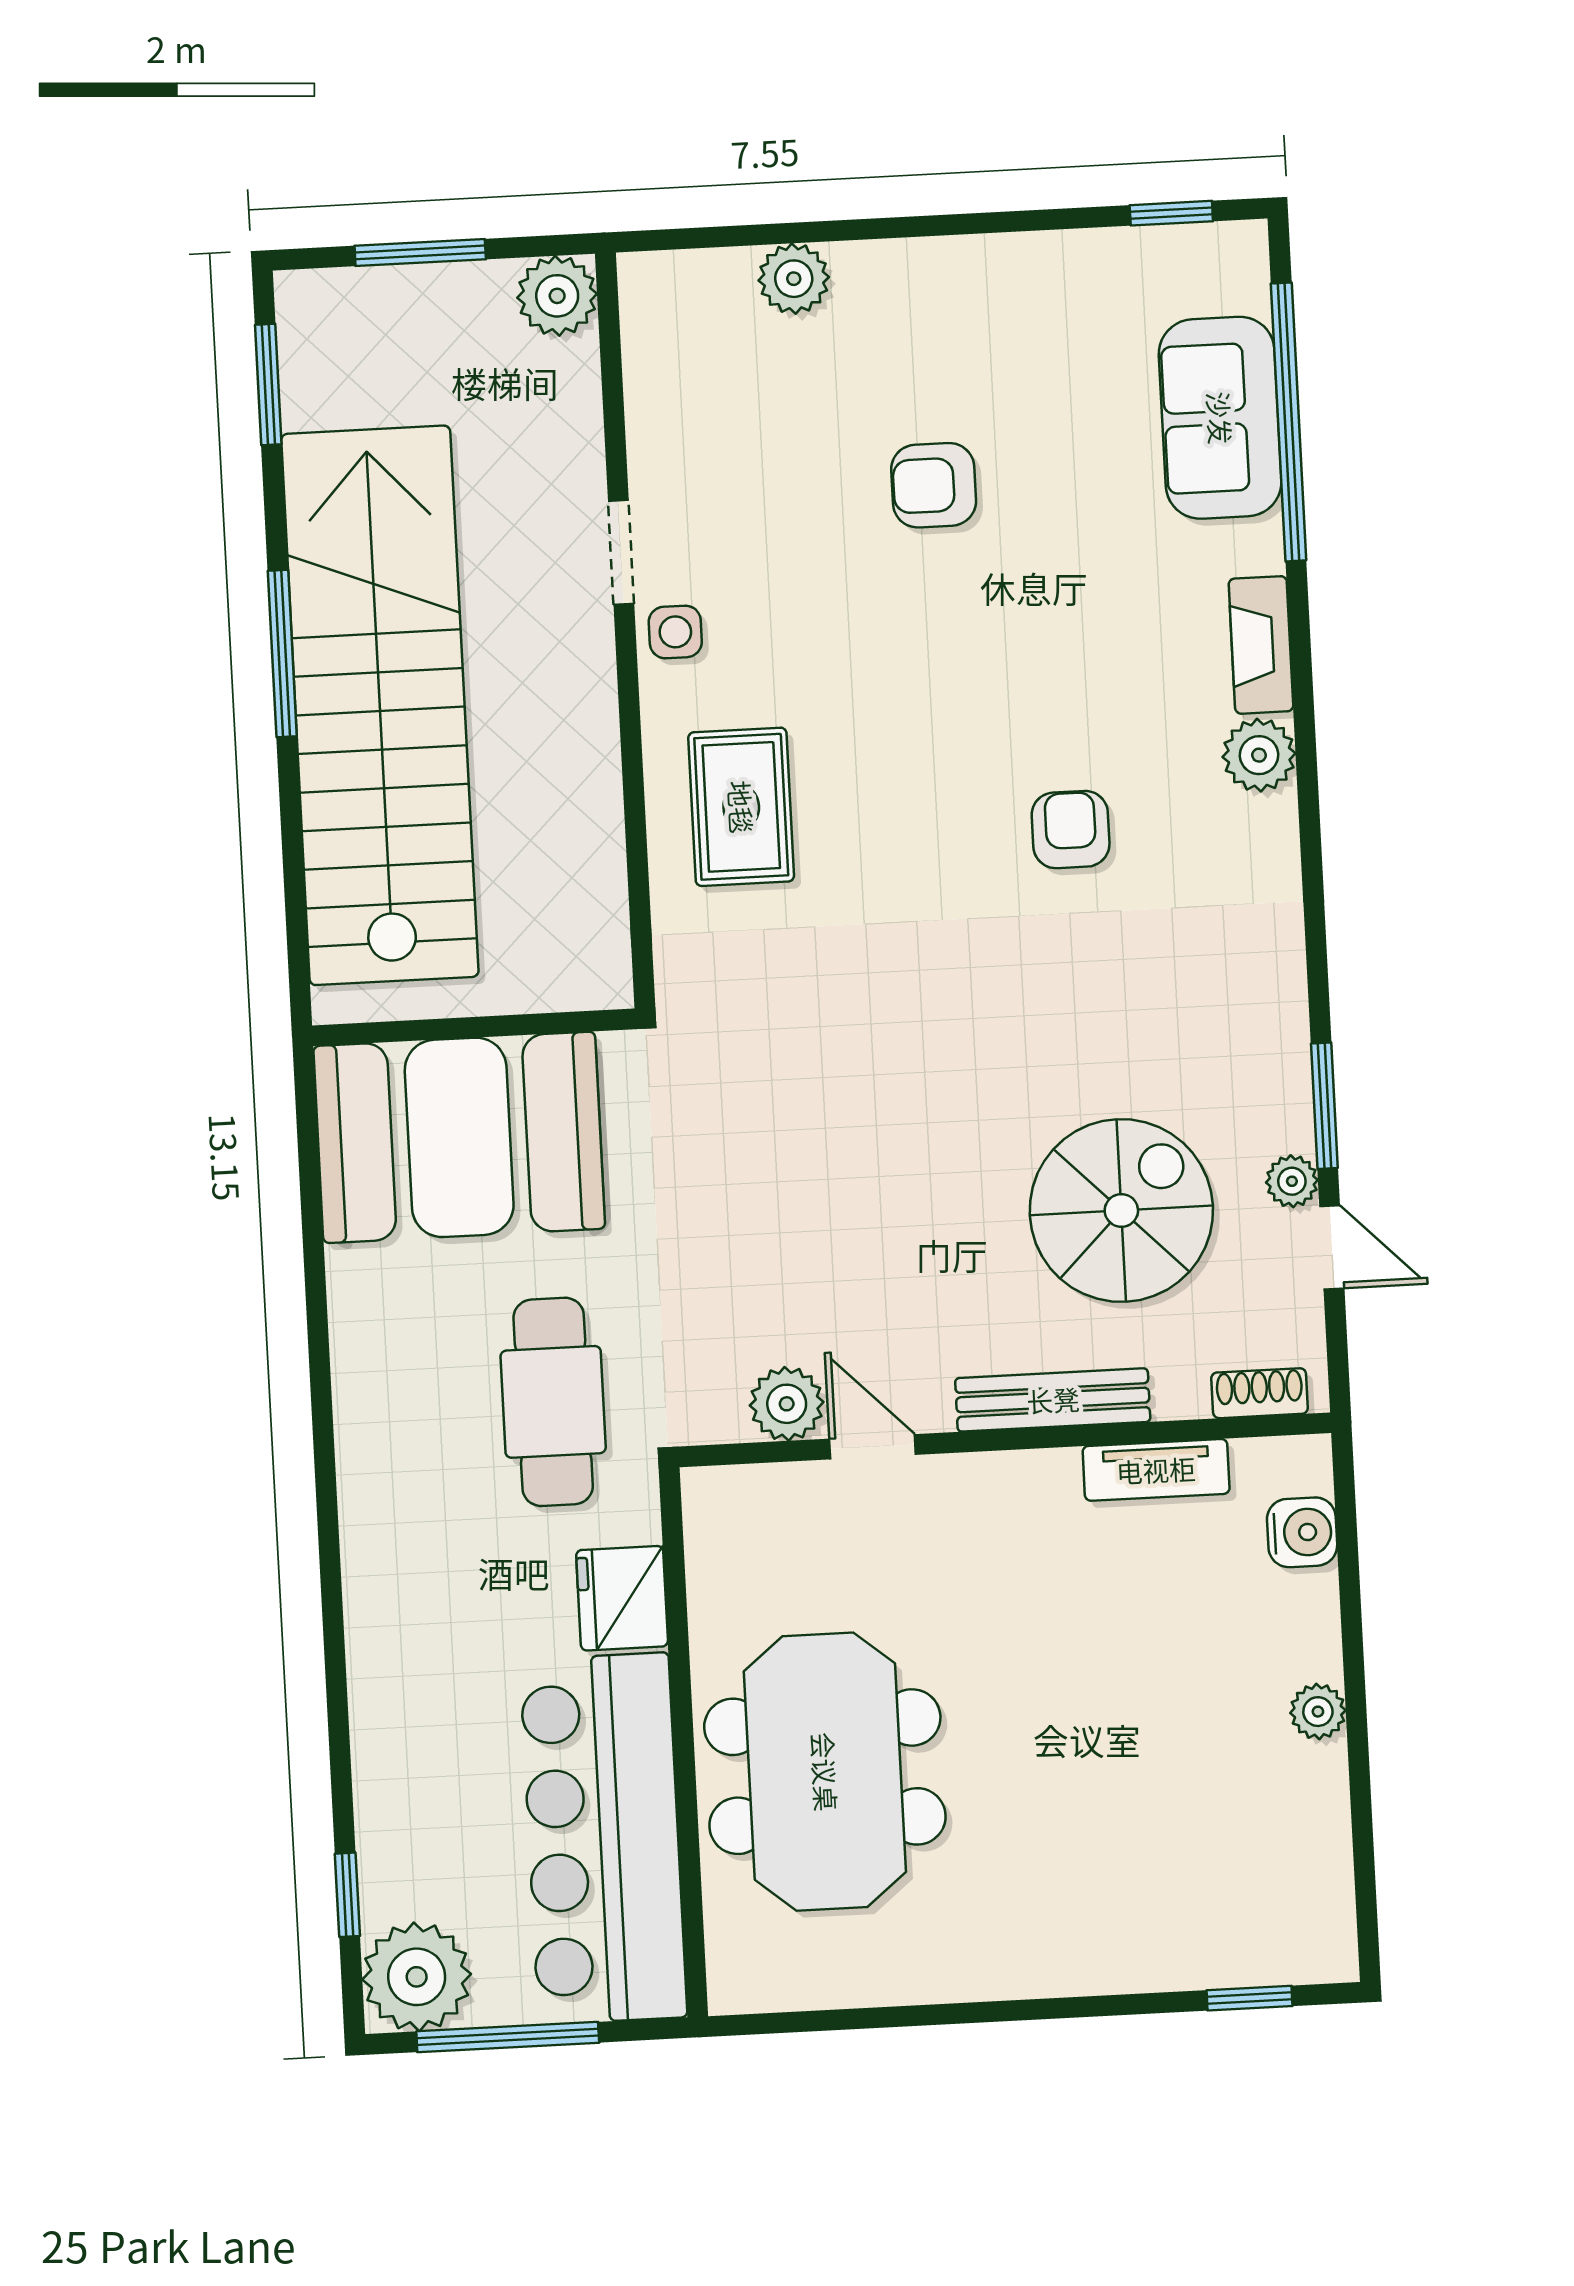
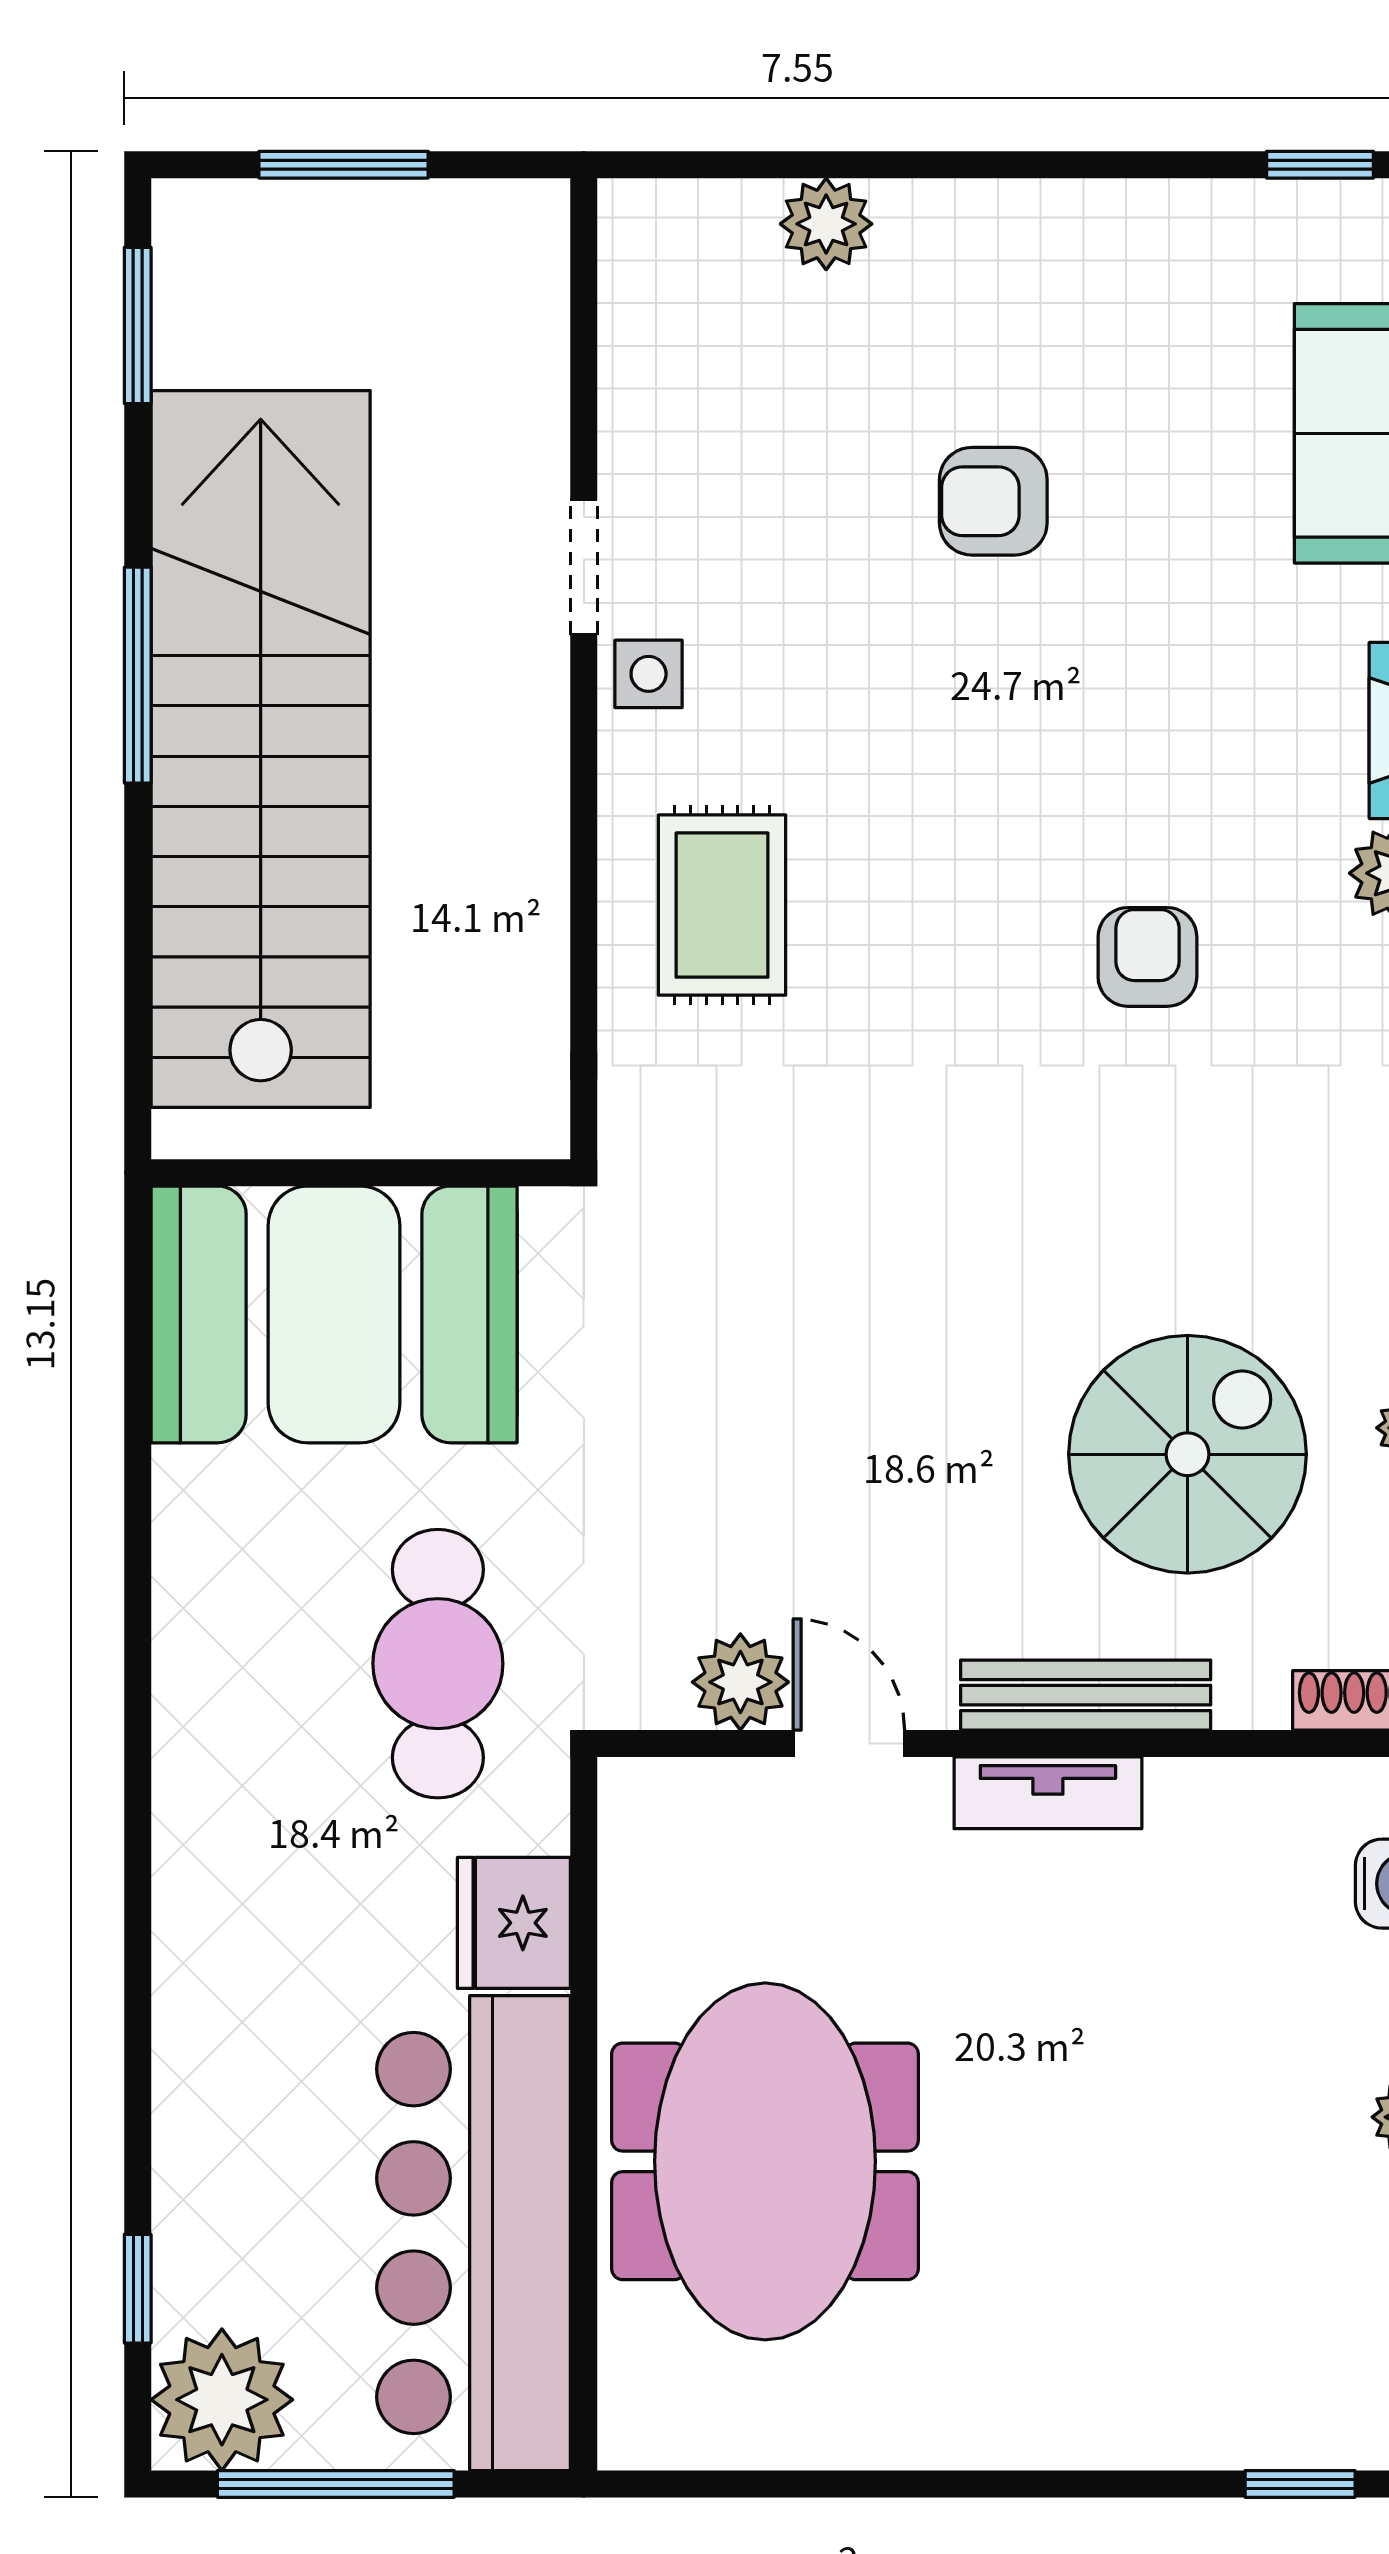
plant: (557, 296) -> (518, 230), removed
tv unit: (1156, 1470) -> (1048, 1793), moved

